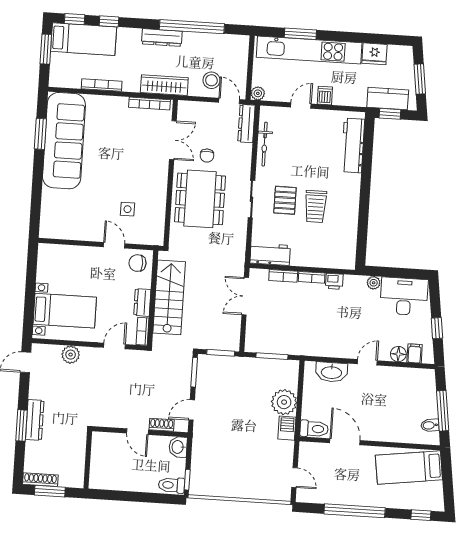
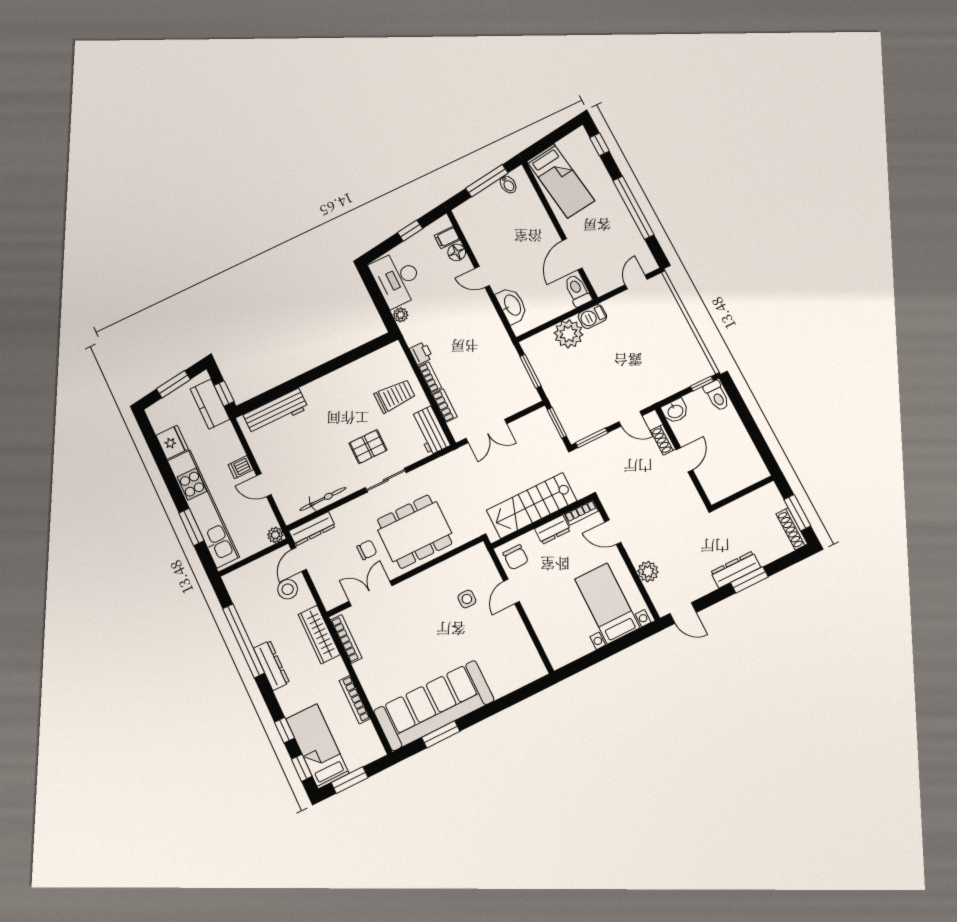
trolley: (316, 206) -> (395, 396), moved

